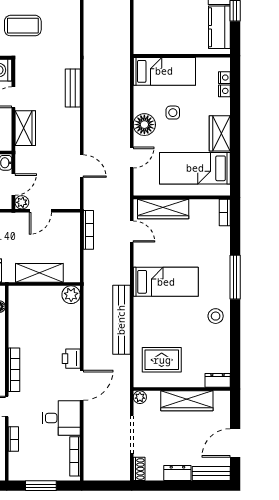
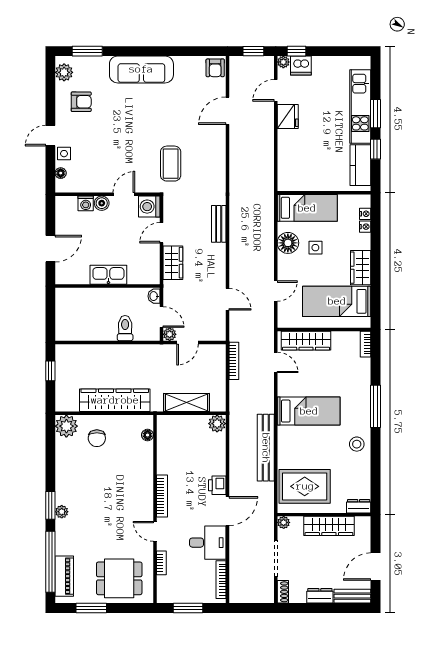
coffee table: (23, 26) -> (171, 164), turned 90
floor lamp: (144, 125) -> (288, 243), moved
door: (13, 184) -> (161, 317), hinge flipped
rug: (162, 360) -> (305, 486), width x1.36, depth x1.43

